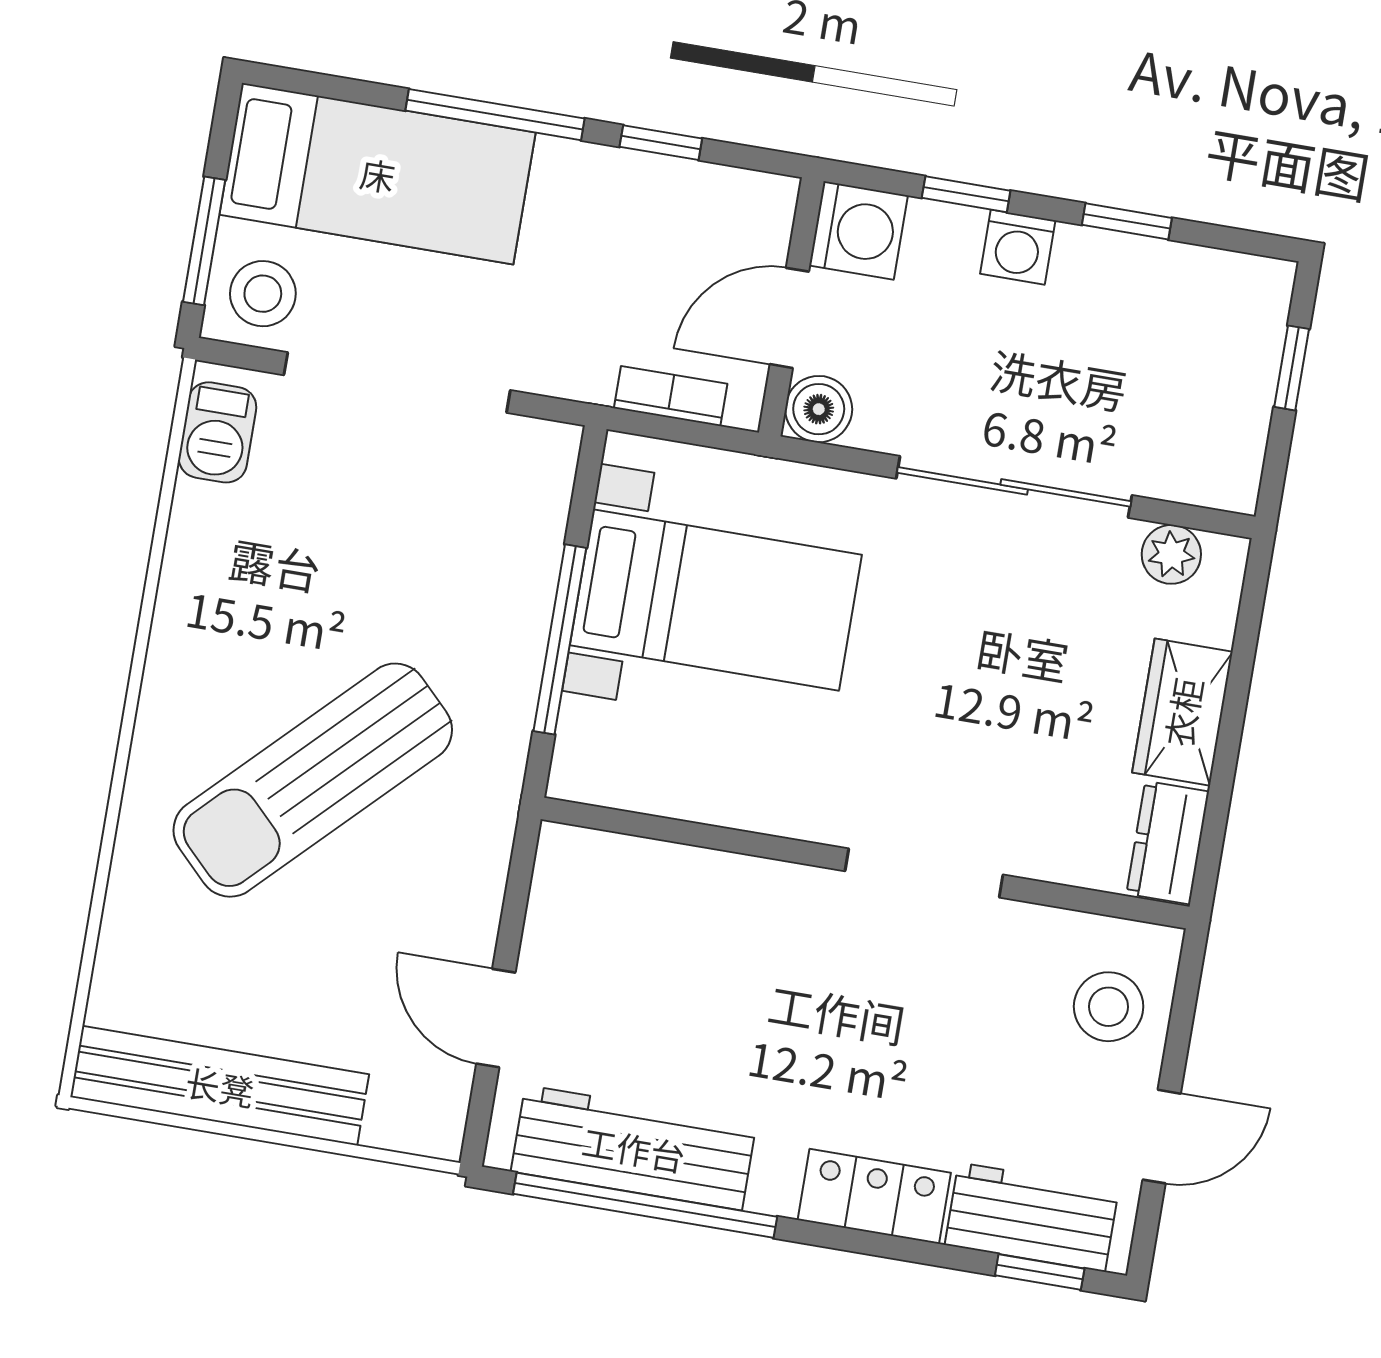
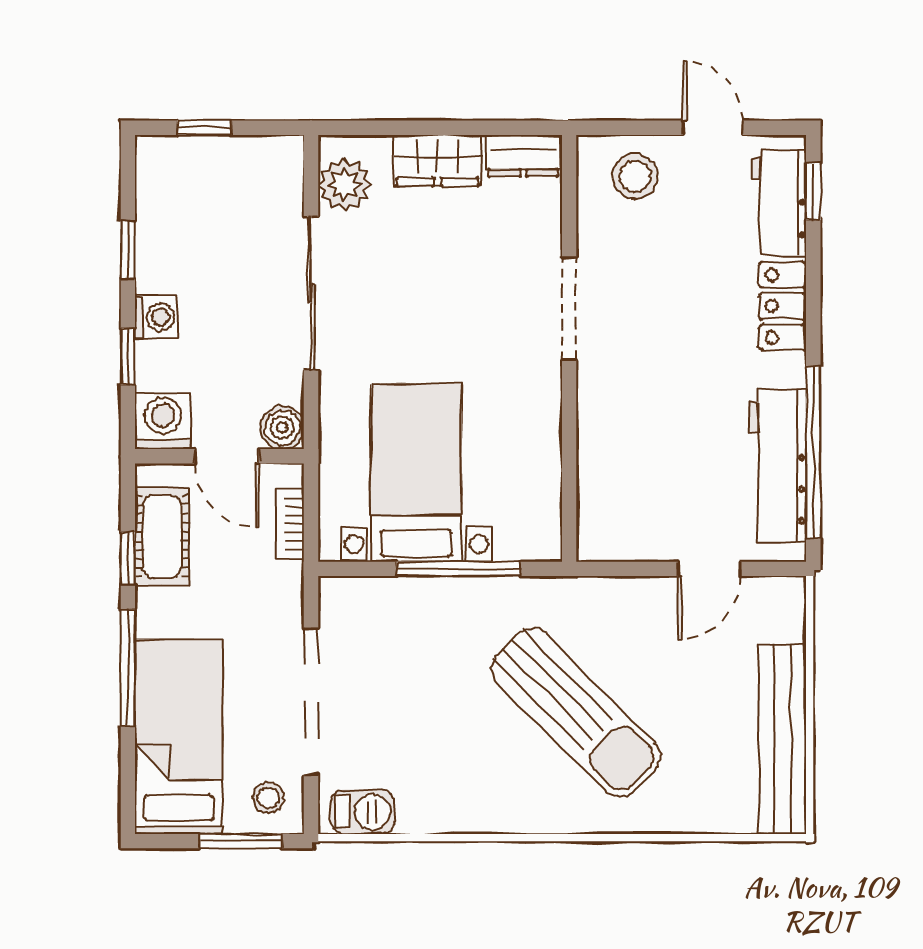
cot: (685, 199) -> (162, 536), added
stool: (263, 294) -> (268, 798), width x0.73, depth x0.73
plant: (1171, 554) -> (345, 185), width x1.38, depth x1.38

